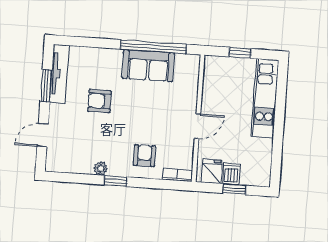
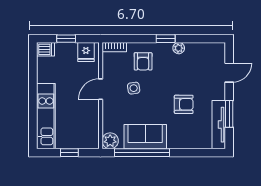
plant: (190, 64) -> (110, 141), added
side table: (158, 124) -> (134, 88), added
dishwasher: (231, 174) -> (46, 49), moved, turned -90

